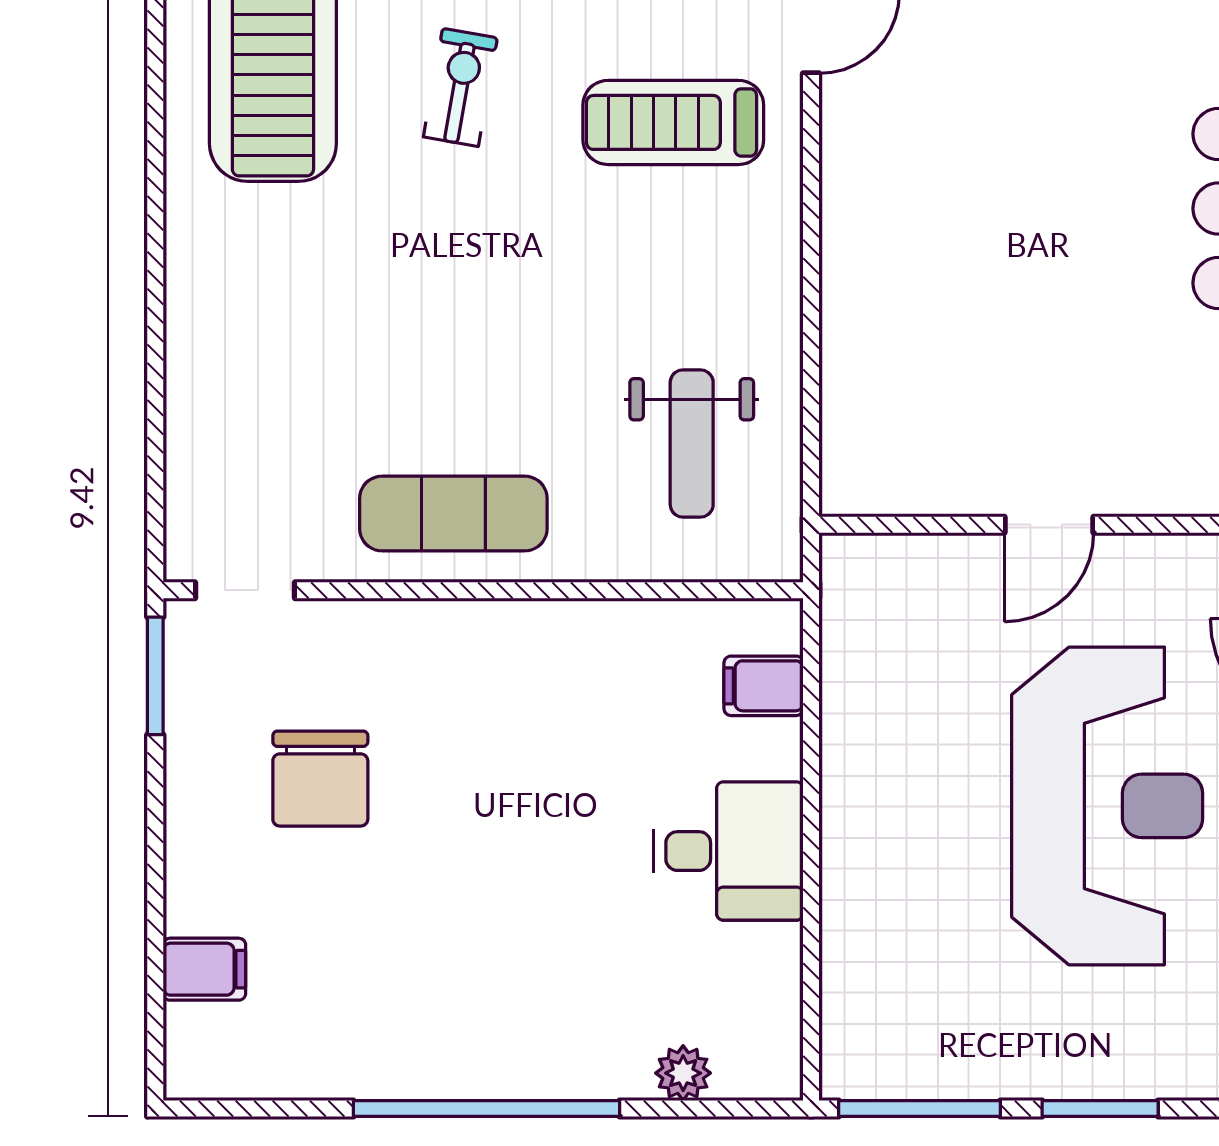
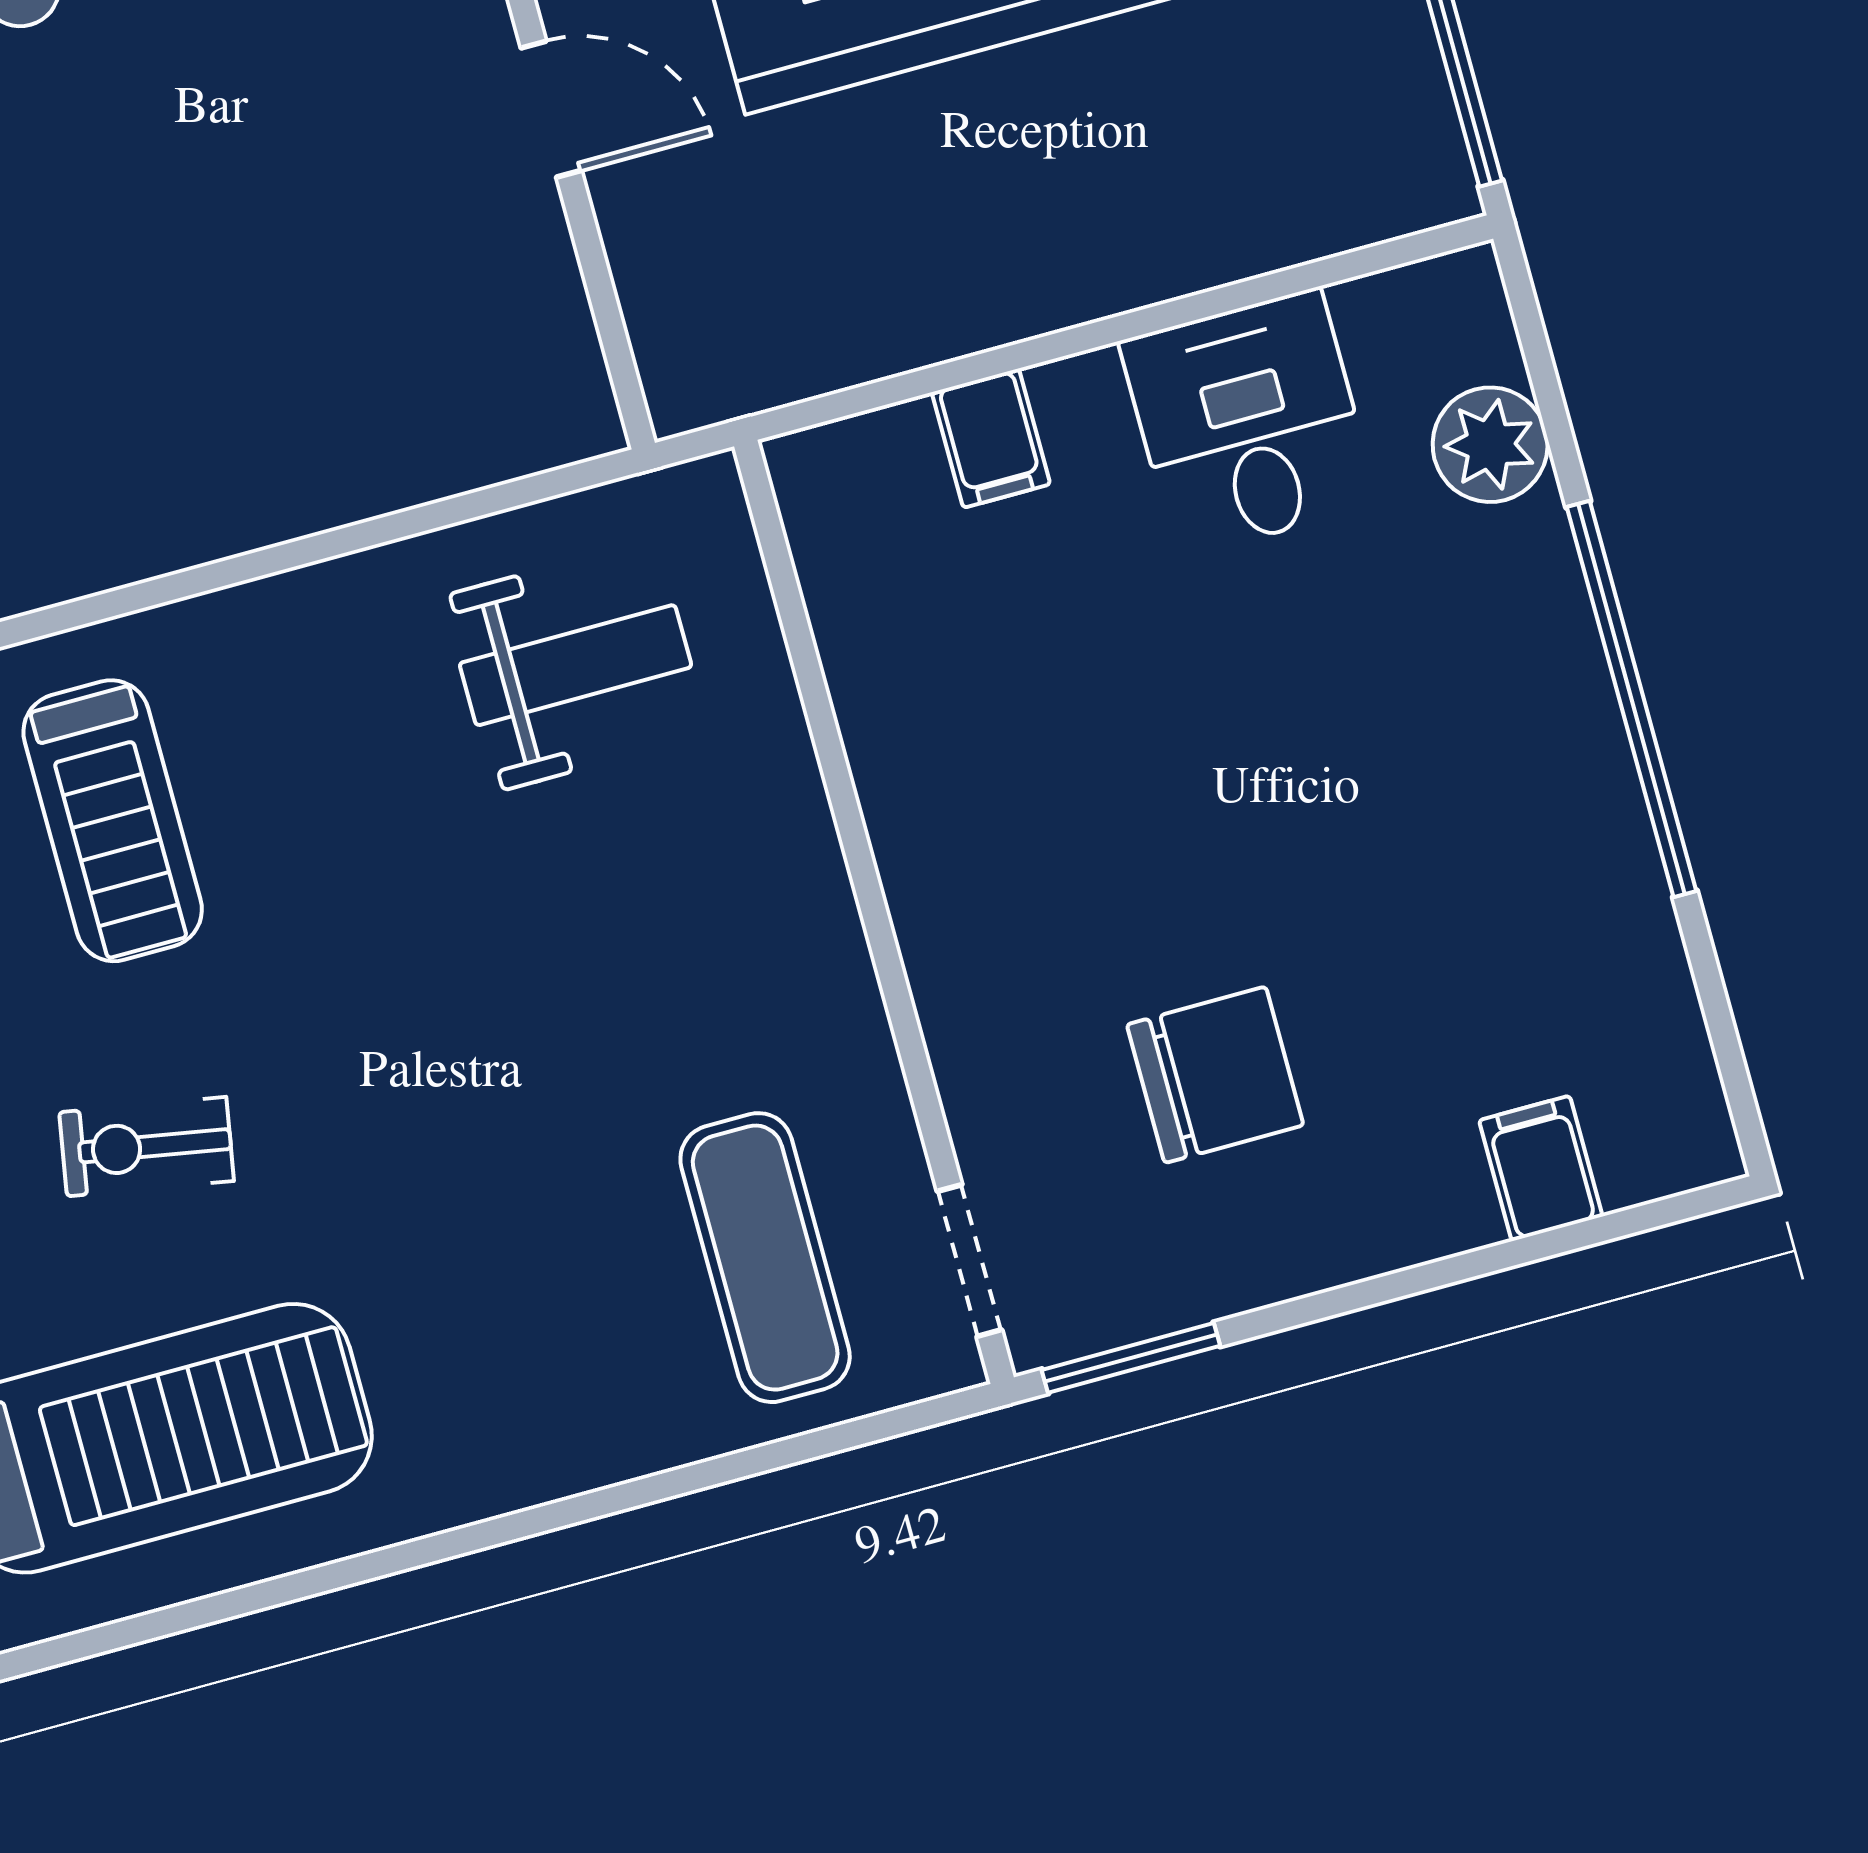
exercise mat: (453, 514) -> (765, 1258), moved
filing cabinet: (764, 686) -> (991, 438), moved
desk: (729, 851) -> (1249, 423), moved
plant: (683, 1073) -> (1490, 445), width x1.38, depth x1.38

